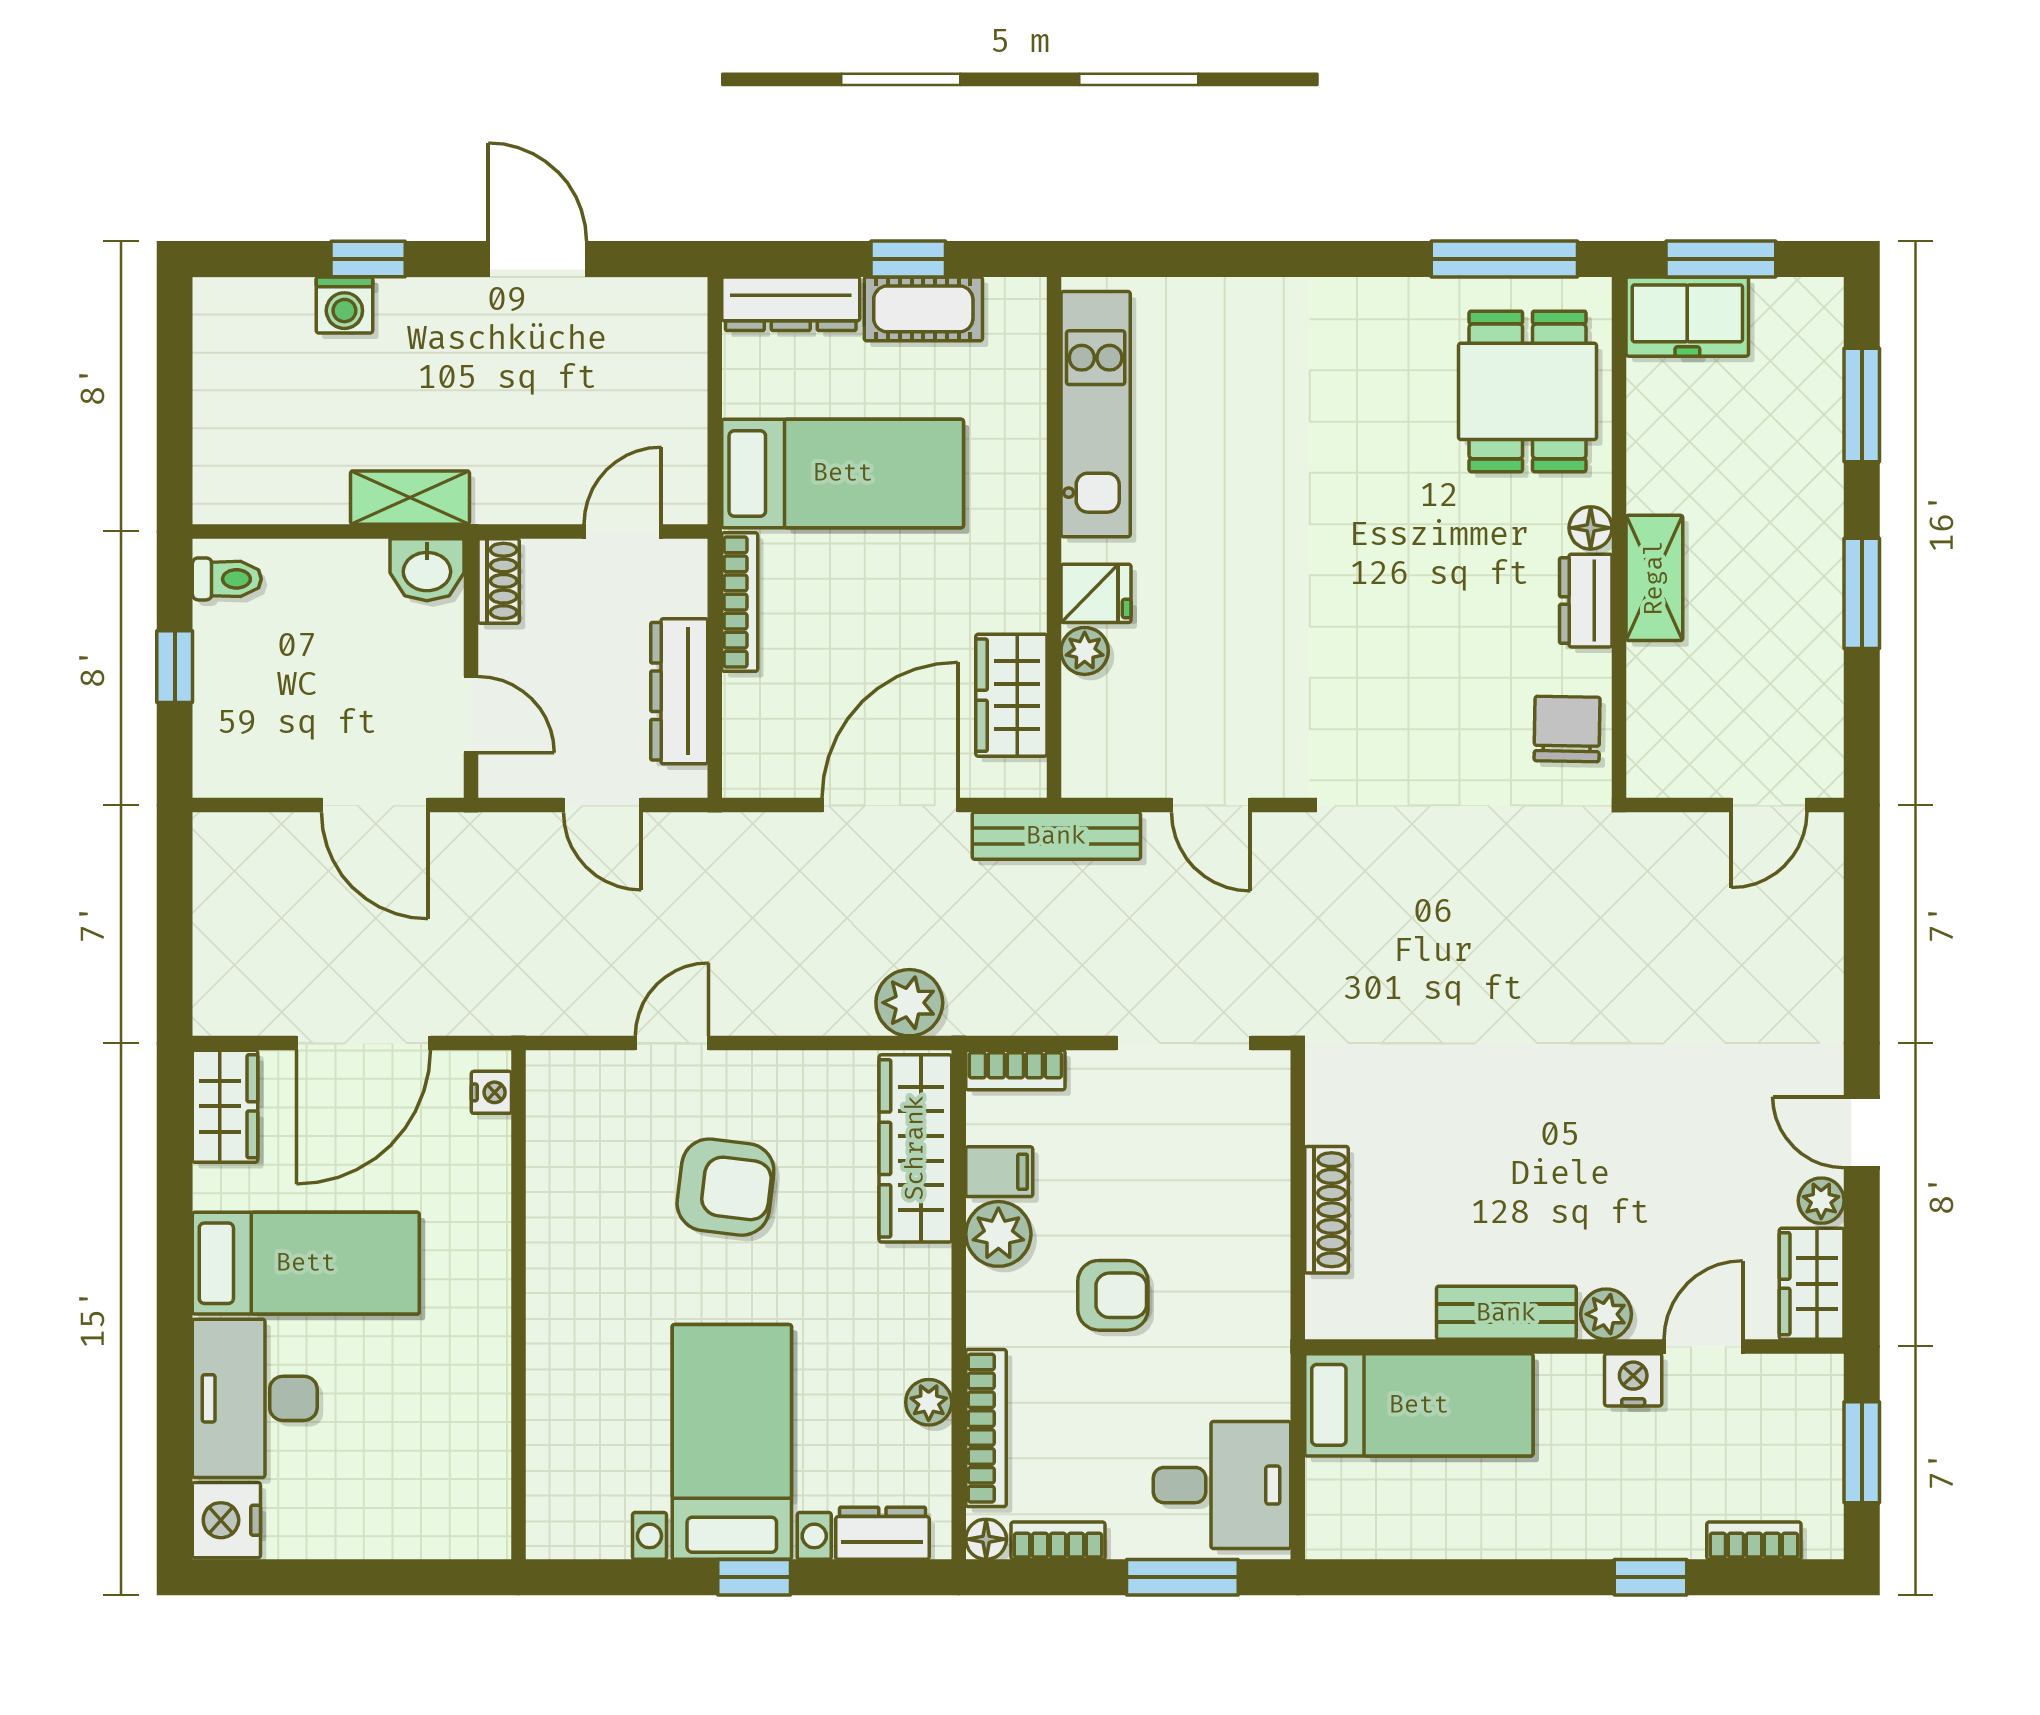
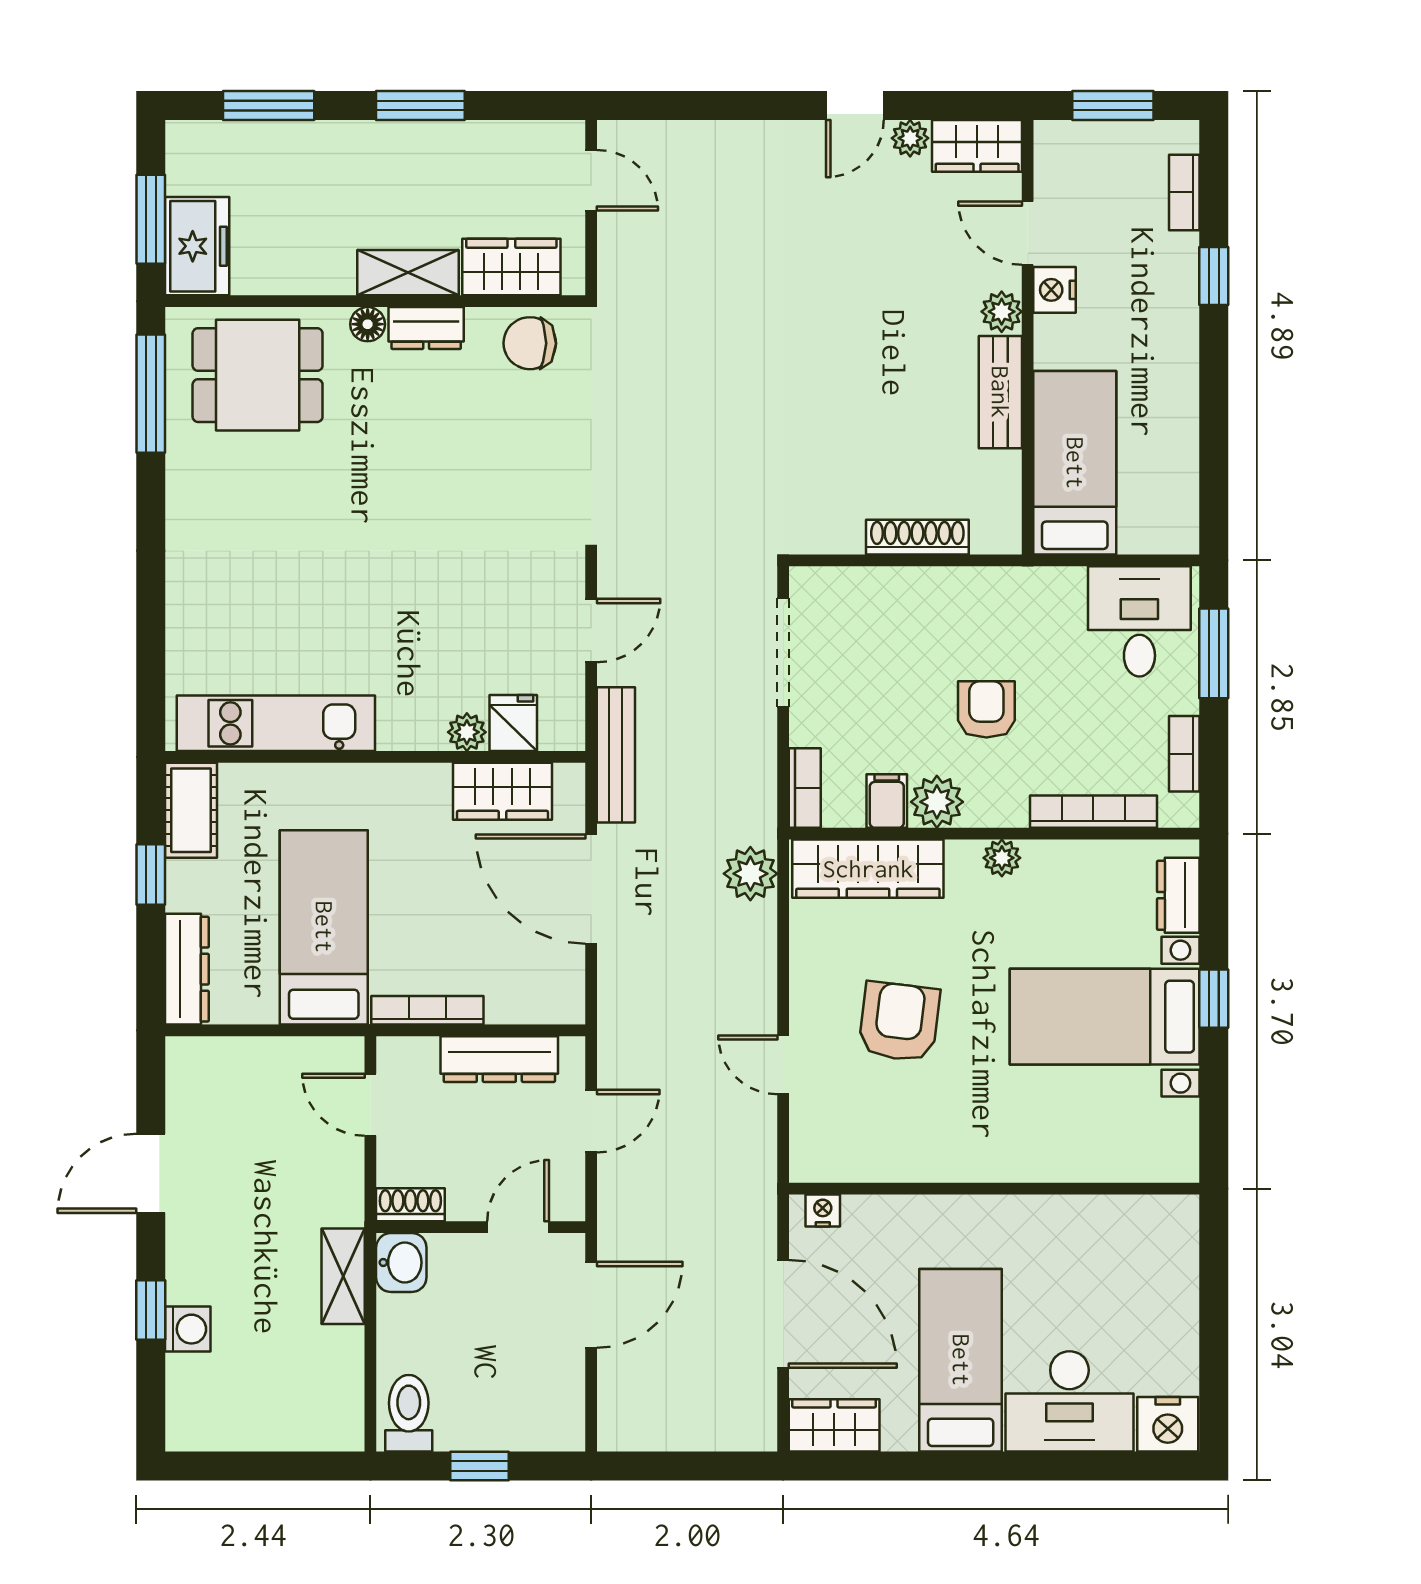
cot: (923, 309) -> (191, 810), moved
toilet: (227, 579) -> (409, 1413), width x1.37, depth x1.39
fridge: (1096, 593) -> (513, 723), moved
wardrobe: (1661, 706) -> (511, 267), added
plant: (929, 1402) -> (1002, 858), moved
floor lamp: (986, 1539) -> (1183, 812), removed

